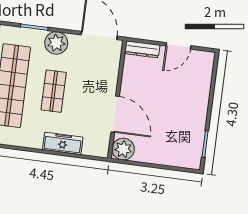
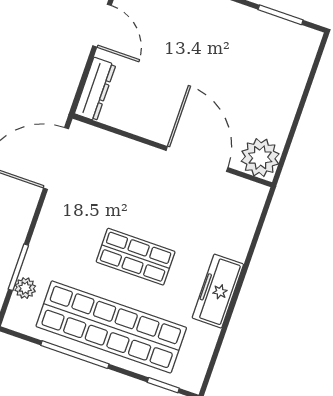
plant: (56, 43) -> (25, 288), moved, width x0.53, depth x0.53
door: (115, 114) -> (197, 159), hinge flipped
freezer: (63, 143) -> (218, 291), moved

